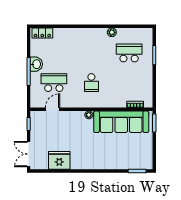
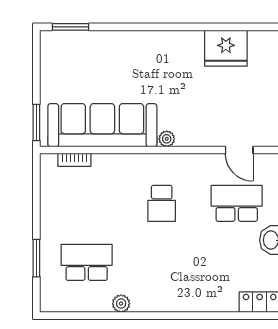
school desk: (129, 53) -> (87, 262), turned 180
school desk: (54, 83) -> (237, 203), turned 180
school desk: (91, 83) -> (162, 203), turned 180
door: (53, 109) -> (239, 150), hinge flipped

